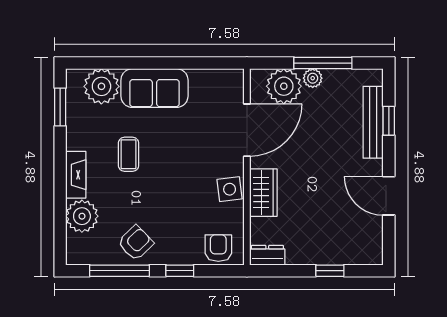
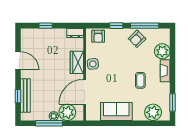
sofa: (154, 88) -> (116, 111), moved

